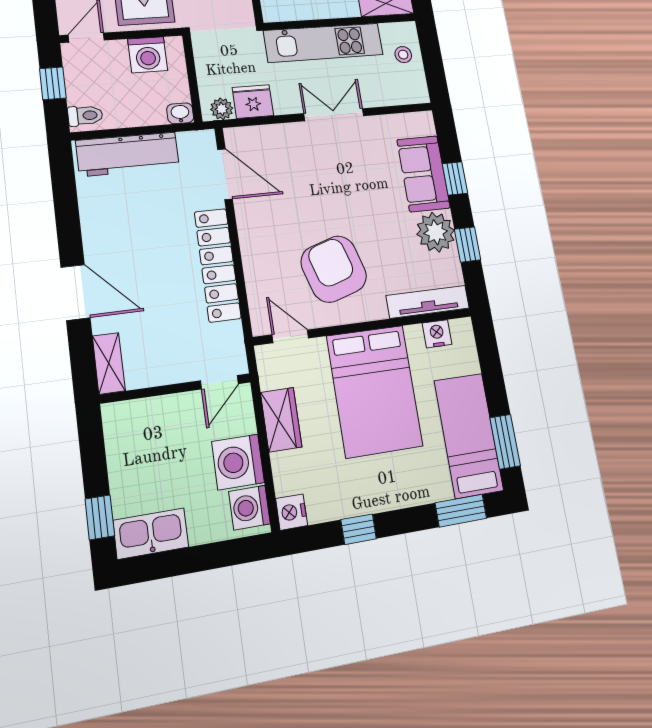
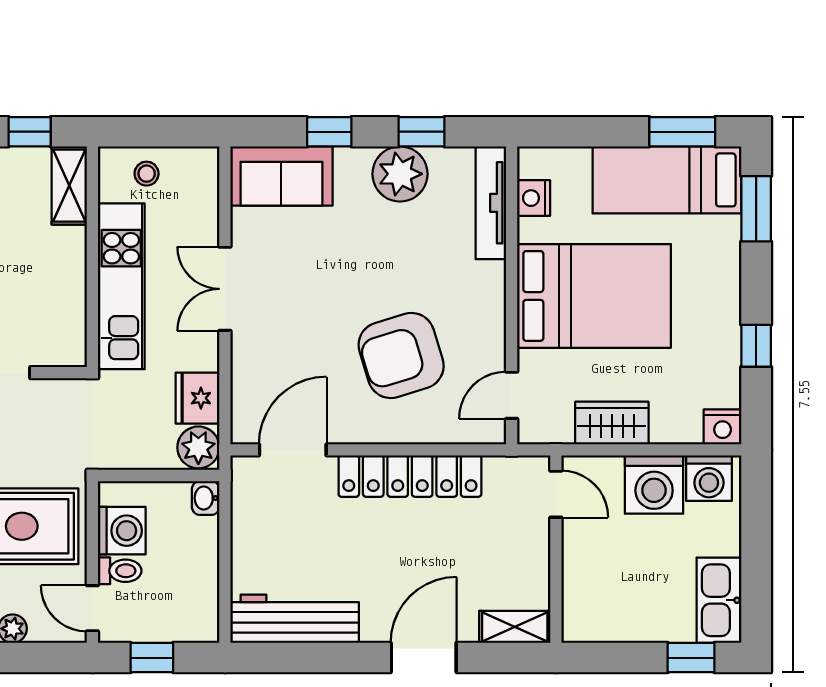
plant: (222, 109) -> (198, 447), width x1.38, depth x1.38
toilet: (85, 116) -> (120, 571), moved, turned 90
workbench: (128, 154) -> (295, 619), moved, turned -90
sofa: (423, 174) -> (281, 176), moved
armchair: (334, 269) -> (401, 355), moved

